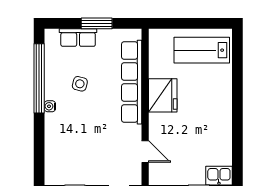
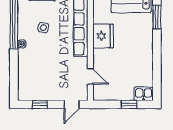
window: (237, 69) -> (157, 17), added

